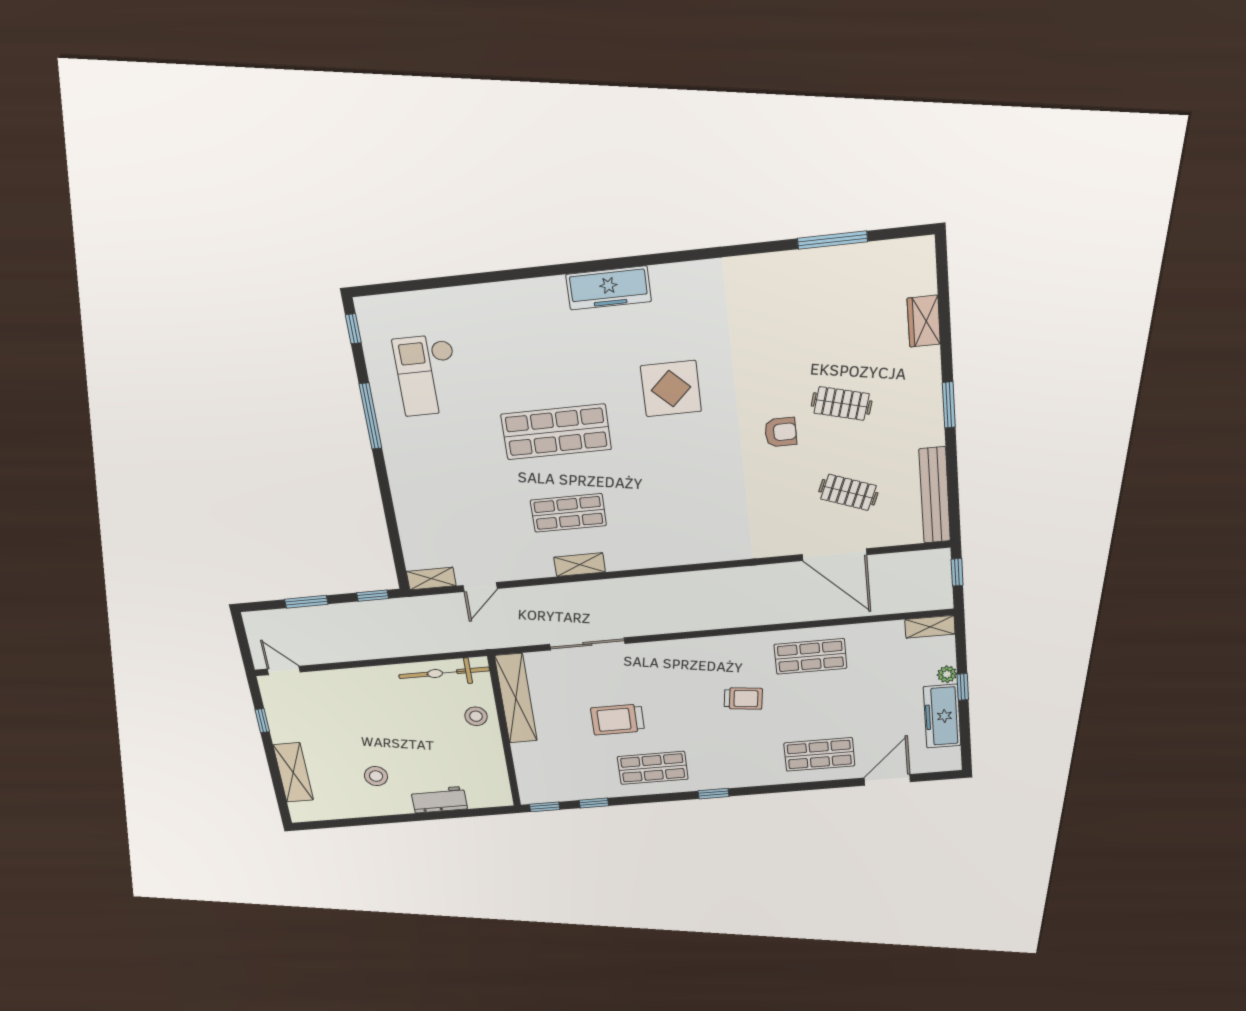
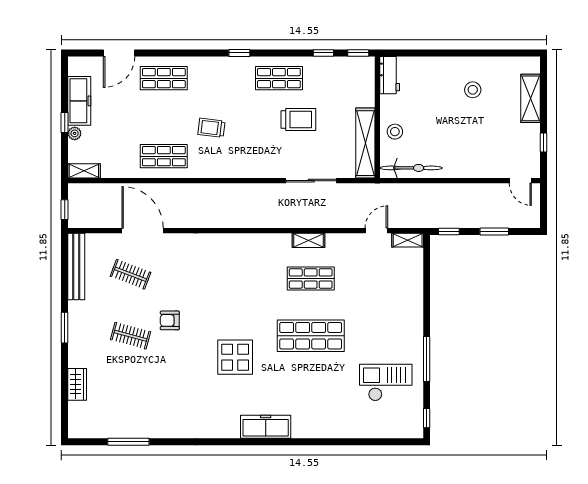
checkout: (428, 375) -> (386, 383), turned -90
workbench: (439, 800) -> (390, 75), moved, turned -90

